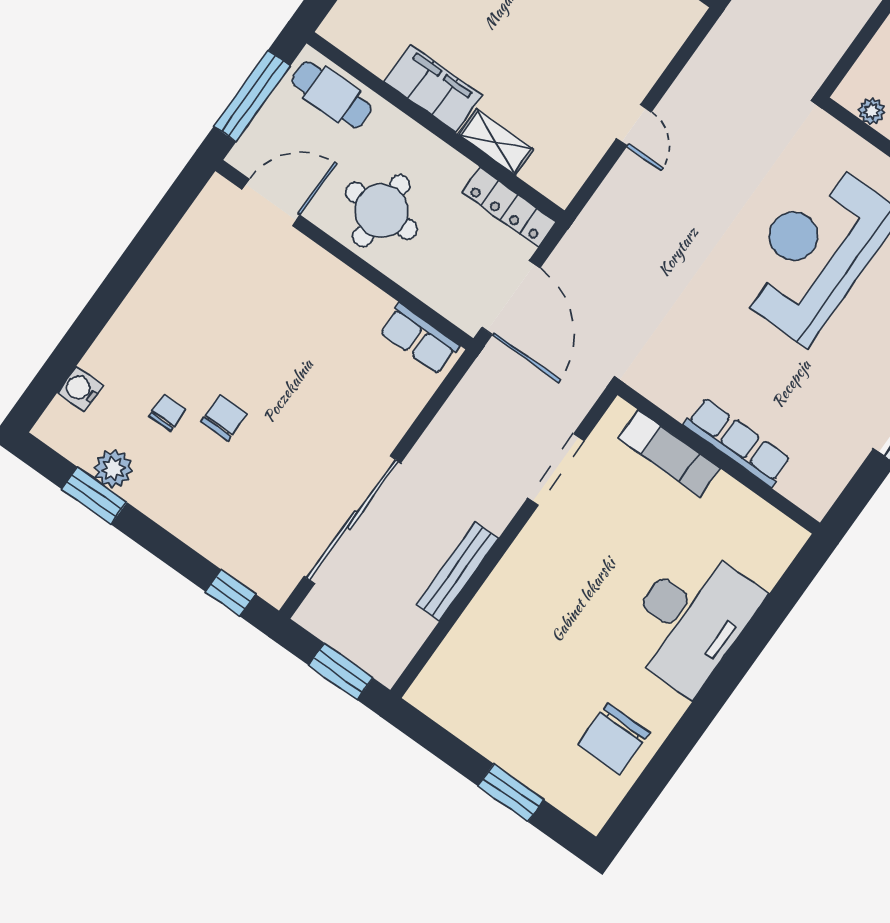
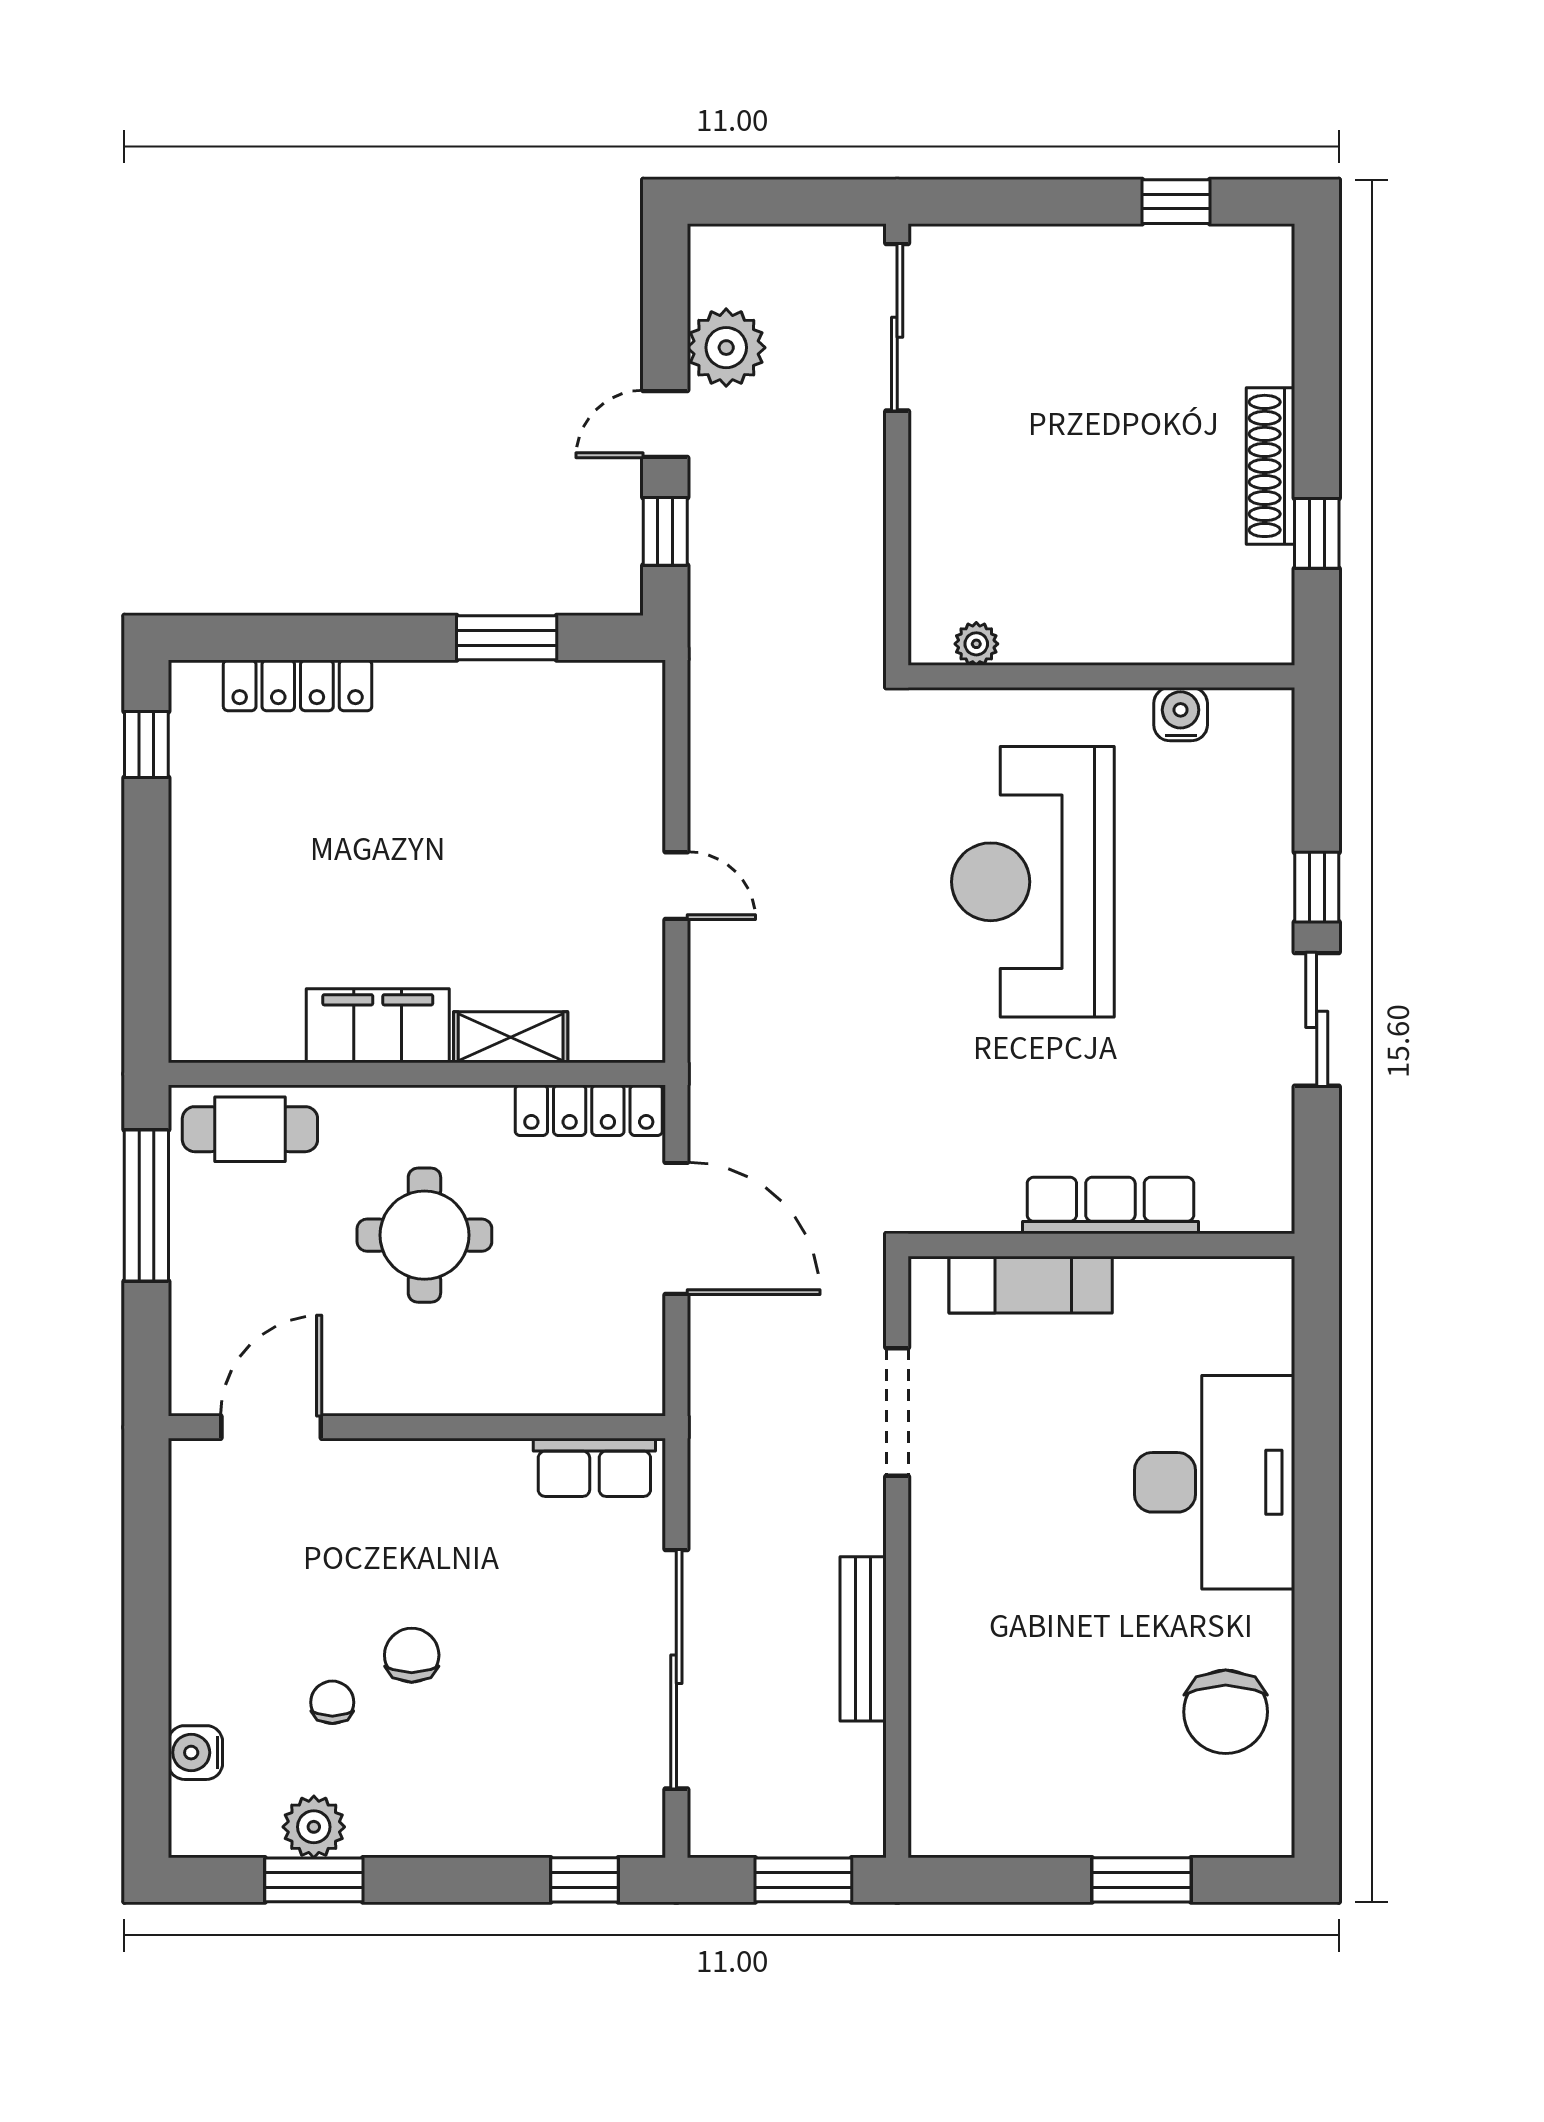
door: (271, 202) -> (271, 1427), moved
wall: (344, 255) -> (417, 1427), moved
row of seats: (419, 339) -> (594, 1467), moved

